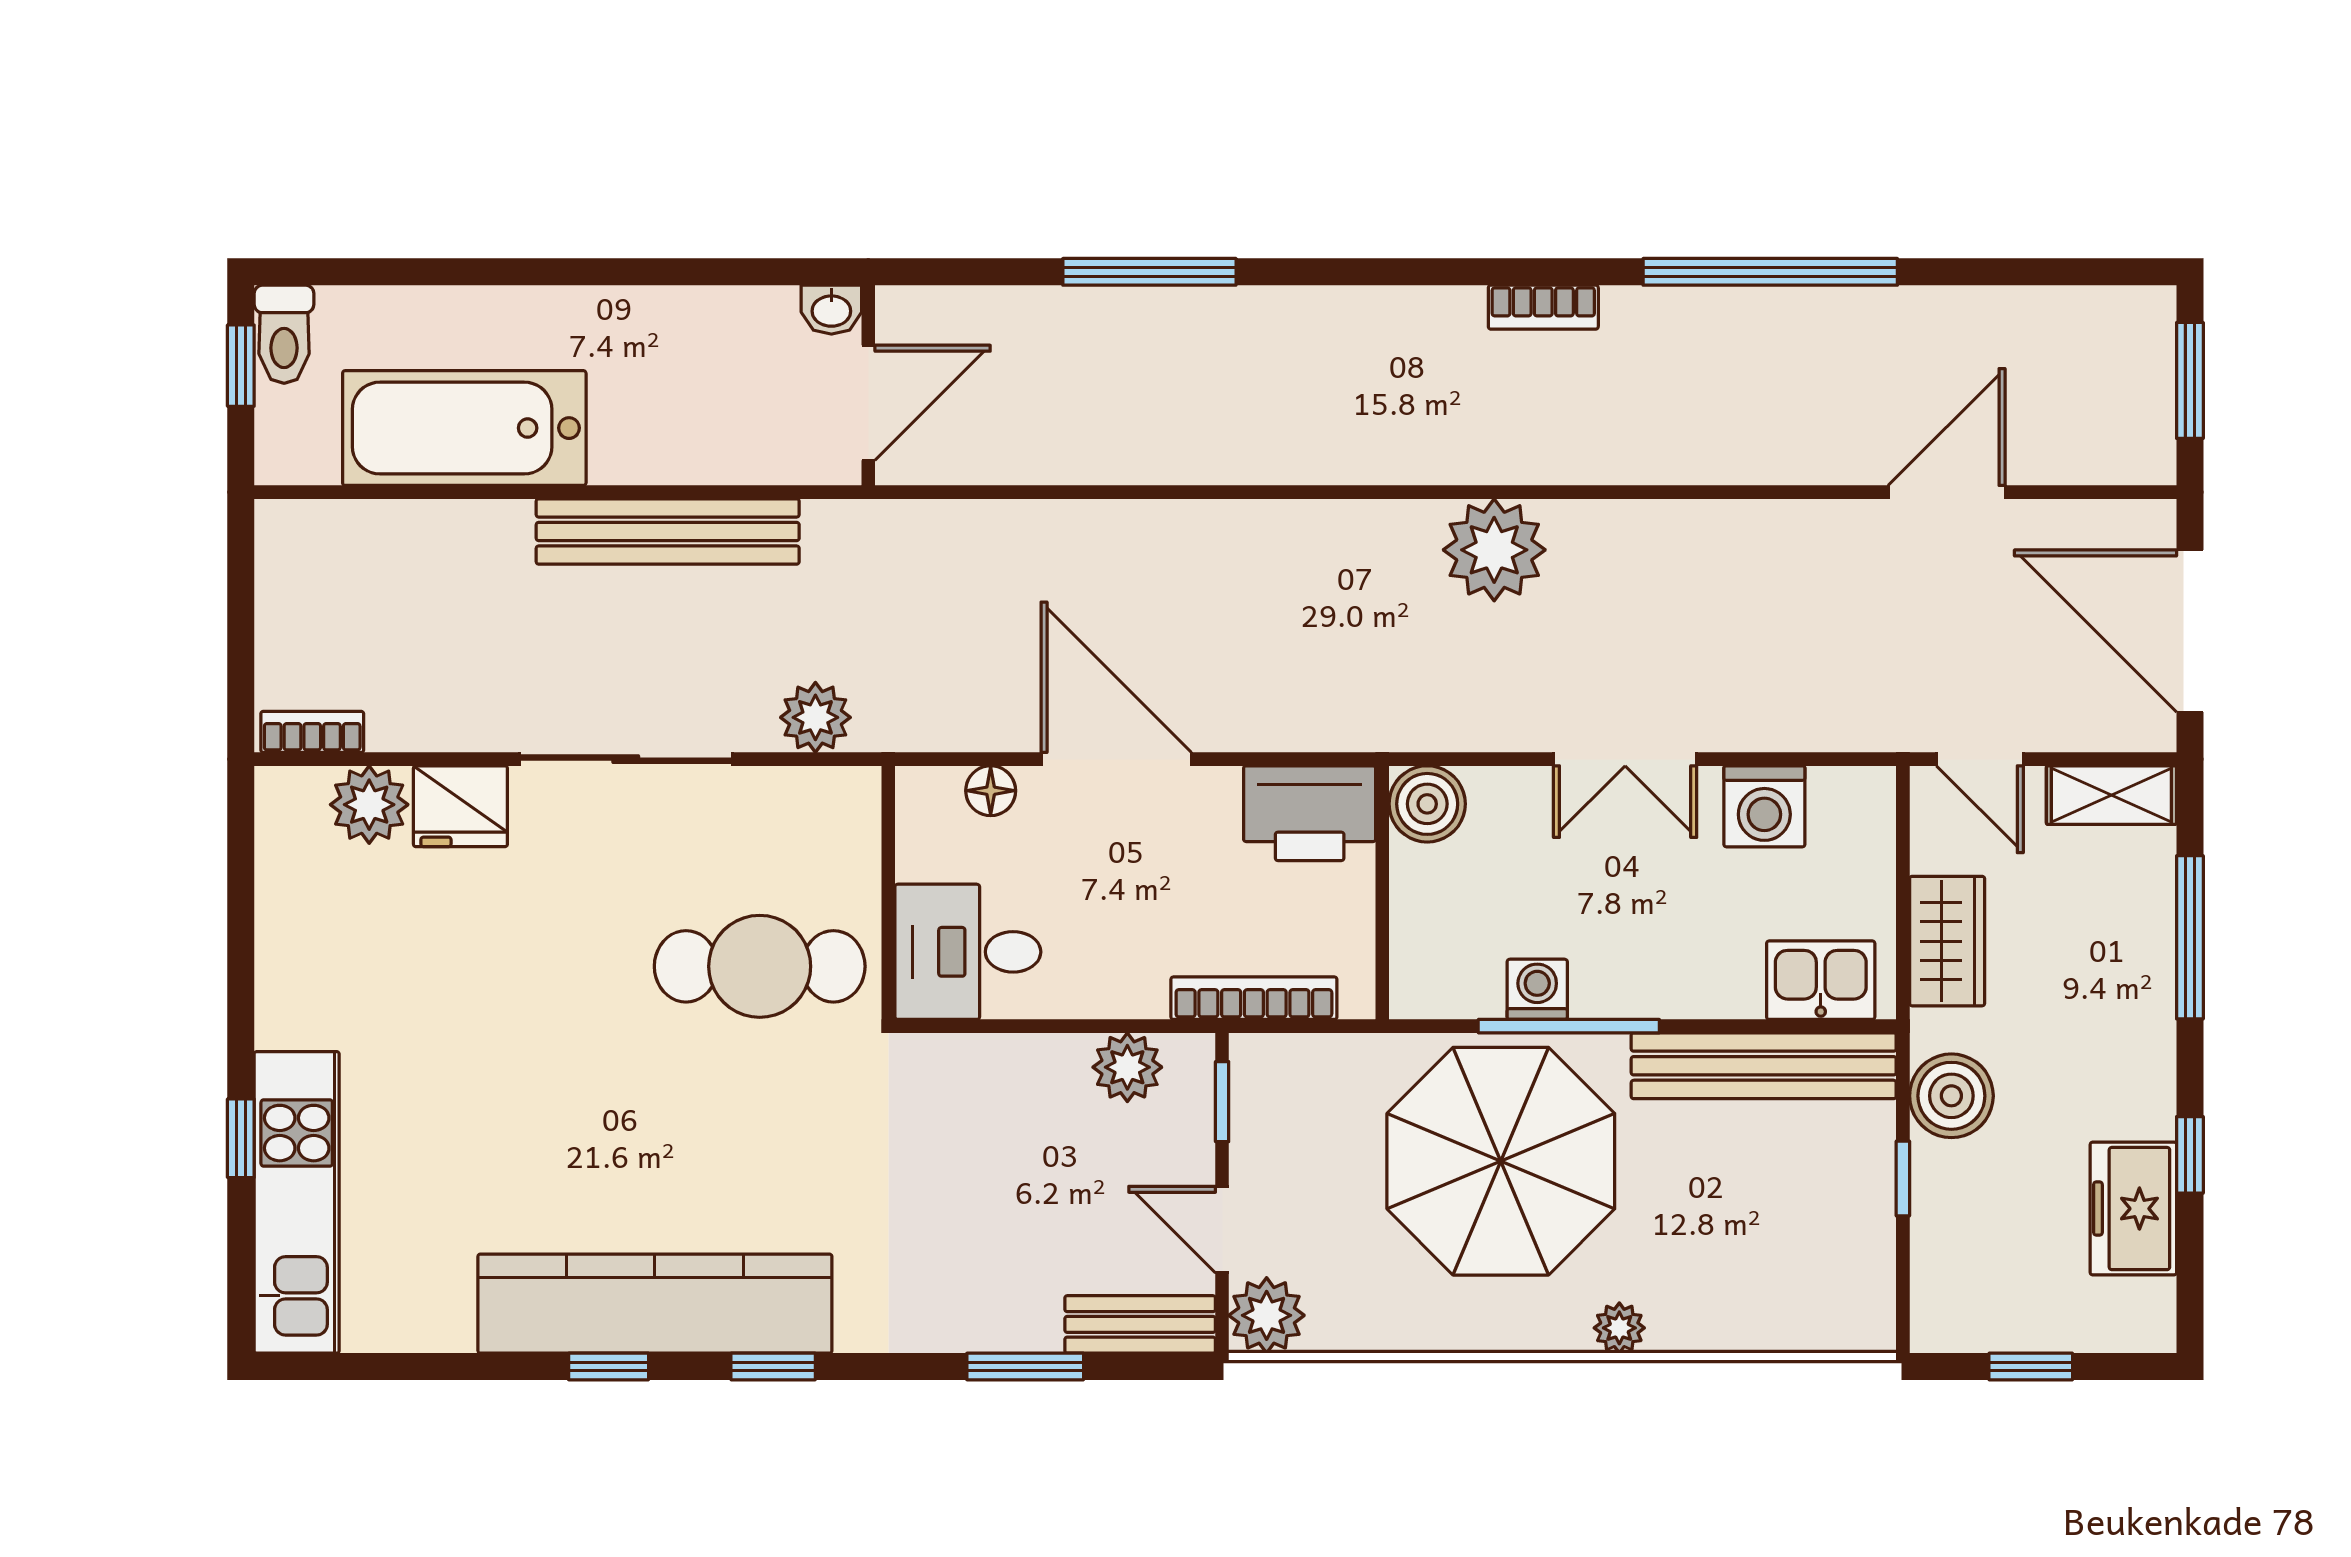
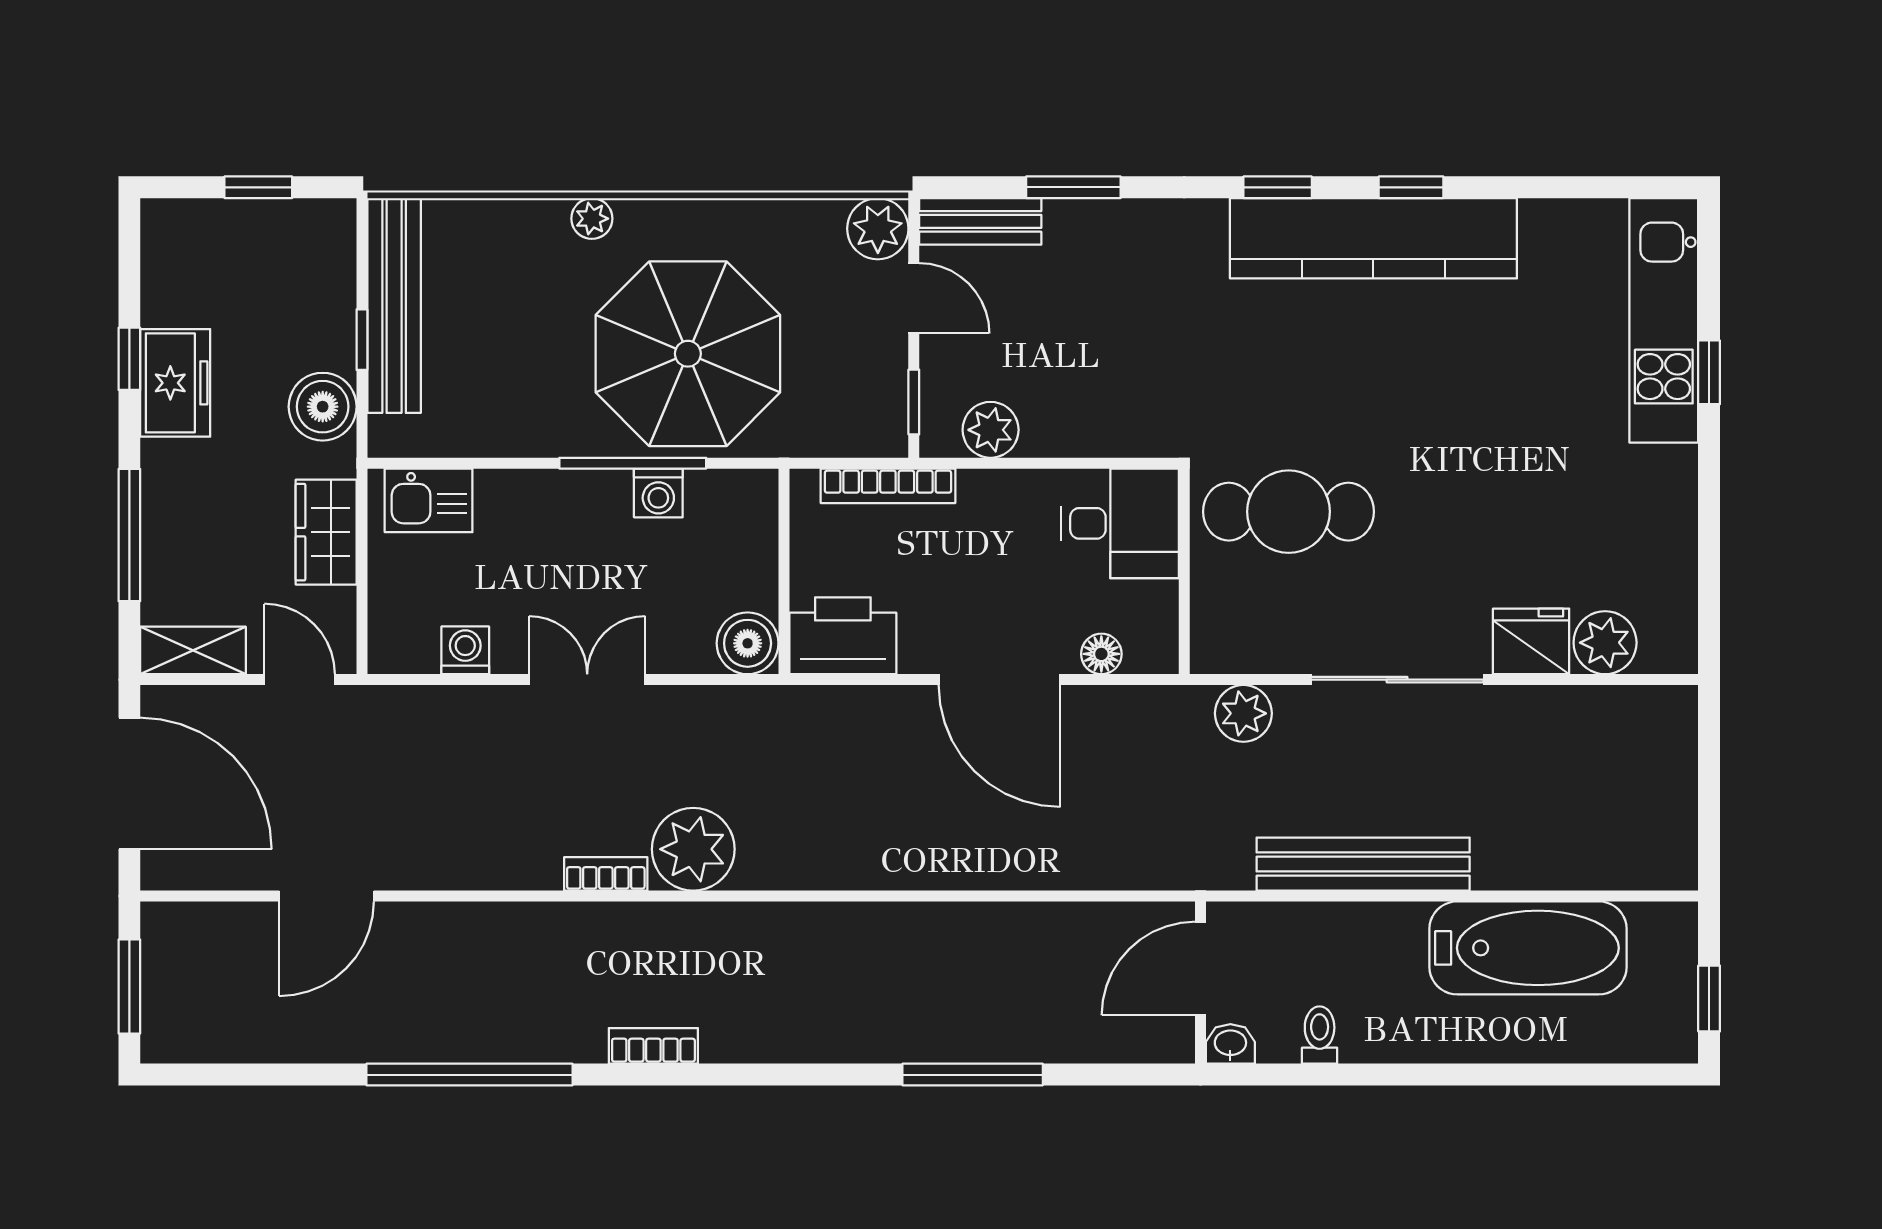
toilet: (284, 334) -> (1320, 1035), moved, width x0.73, depth x0.72
bookcase: (312, 732) -> (606, 874), moved, turned 180
washing machine: (1764, 806) -> (465, 650), width x0.73, depth x0.73
bench: (1764, 1066) -> (394, 306), moved, turned 90
freezer: (2133, 1209) -> (175, 383), moved

